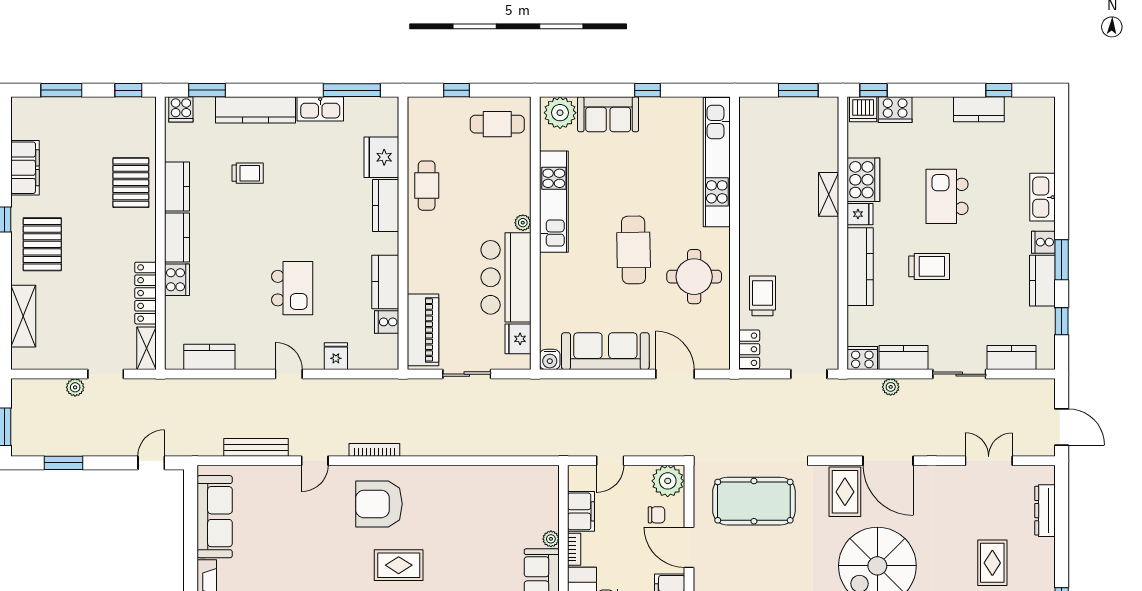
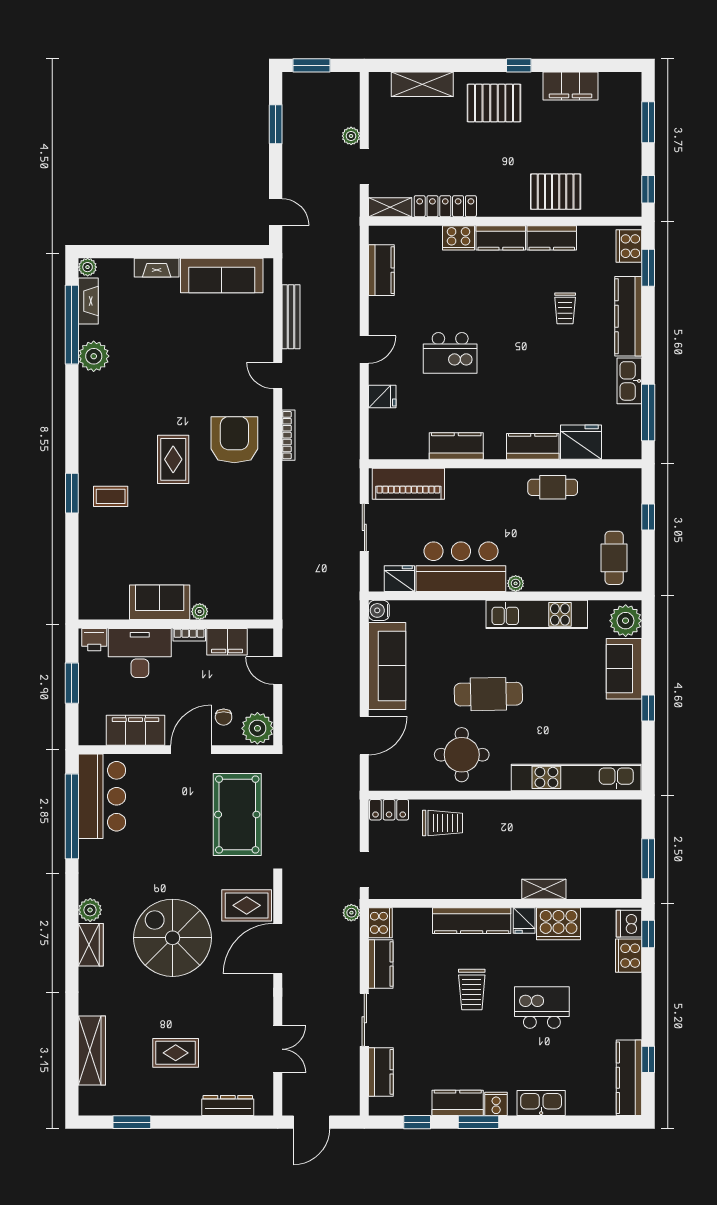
cooker: (181, 109) -> (629, 246), width x1.36
kitchen counter: (979, 109) -> (629, 1078), moved, width x1.50
cooker: (387, 322) -> (416, 447), removed
plant: (891, 387) -> (351, 913), moved

